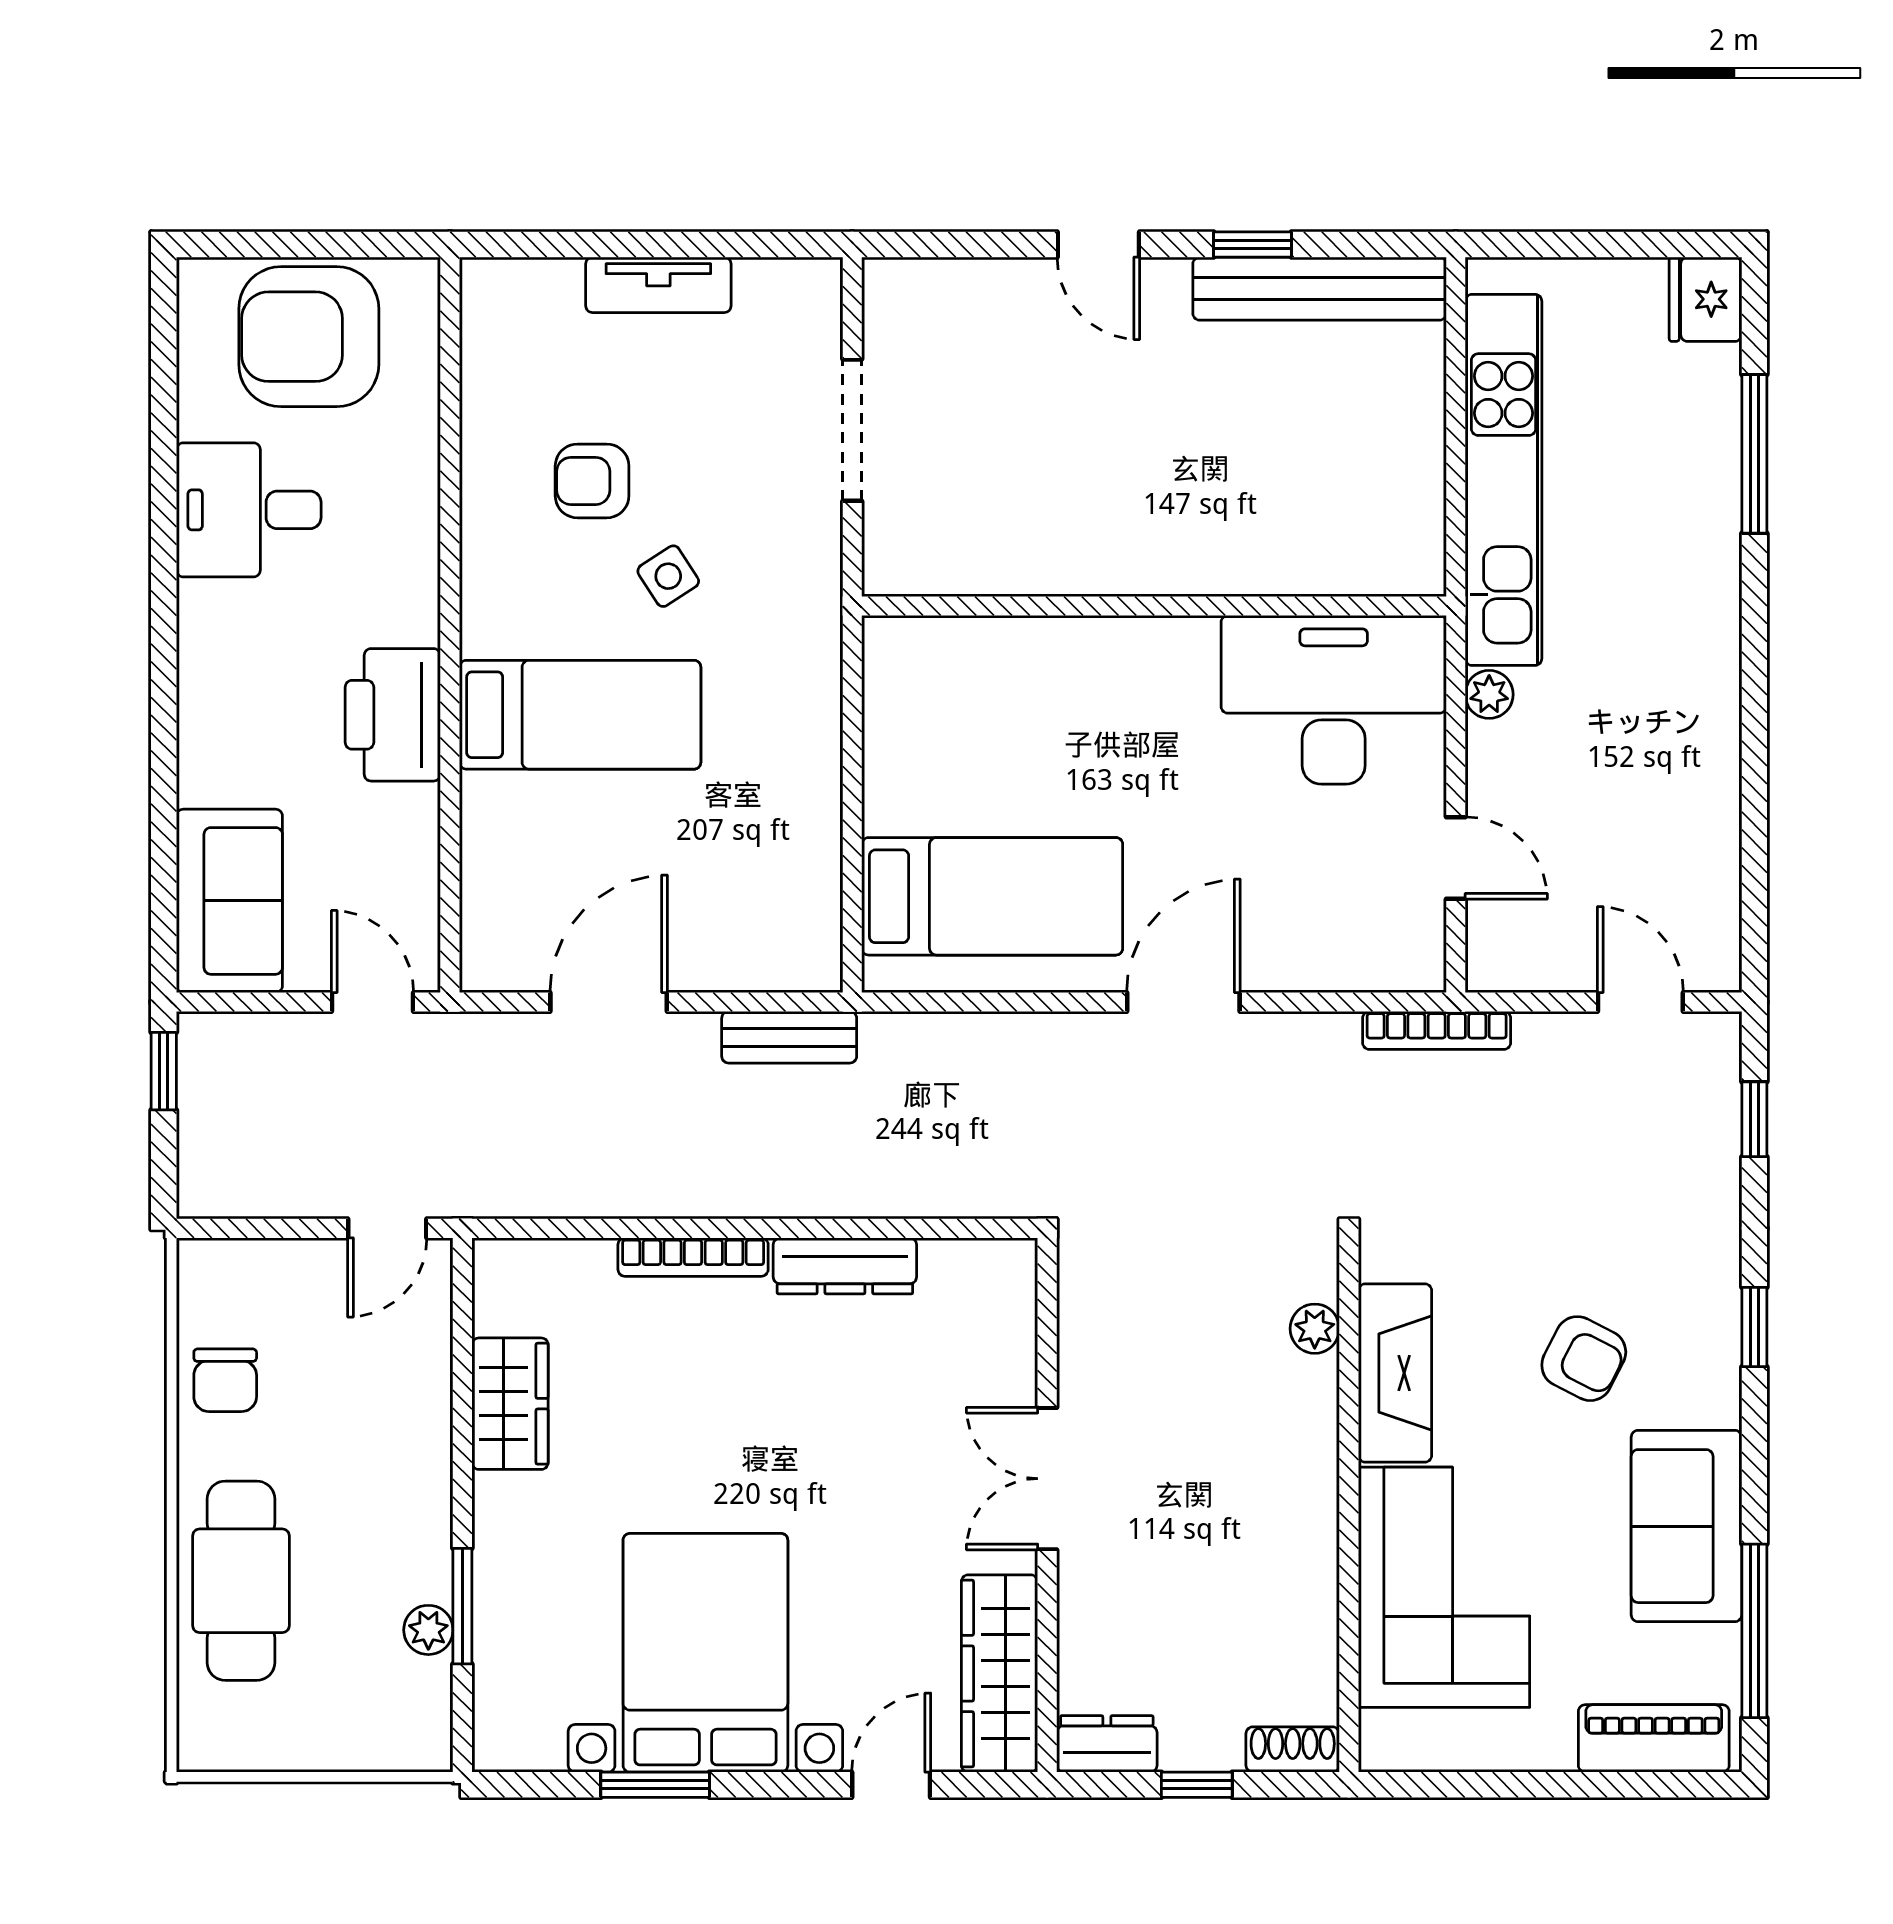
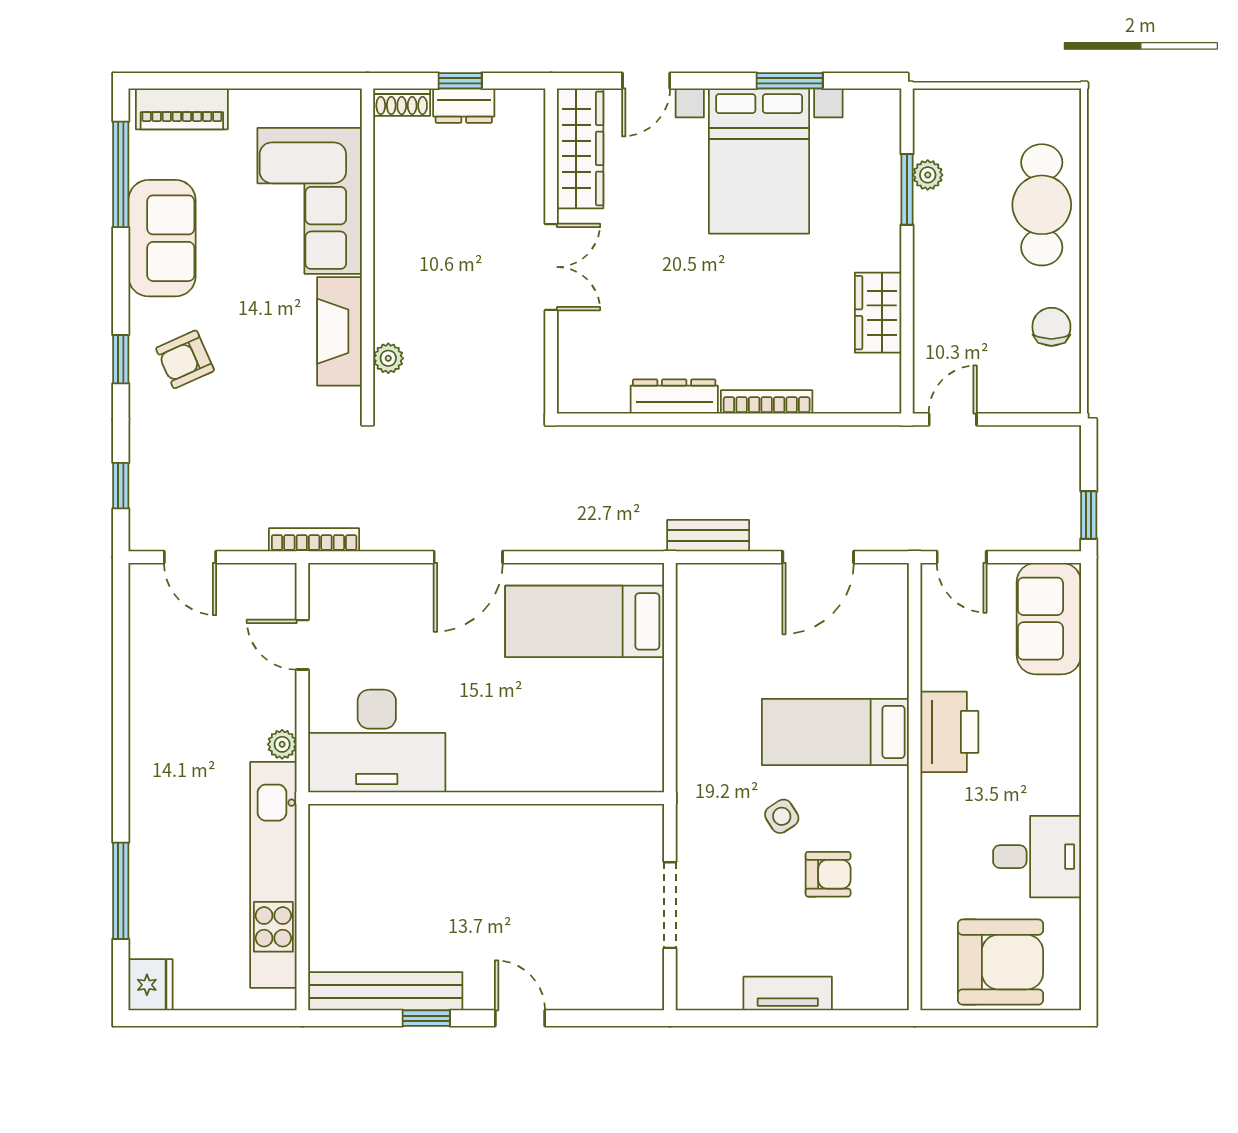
armchair: (1584, 1359) -> (185, 359), moved, turned -51
dresser: (1107, 1744) -> (464, 106), moved

